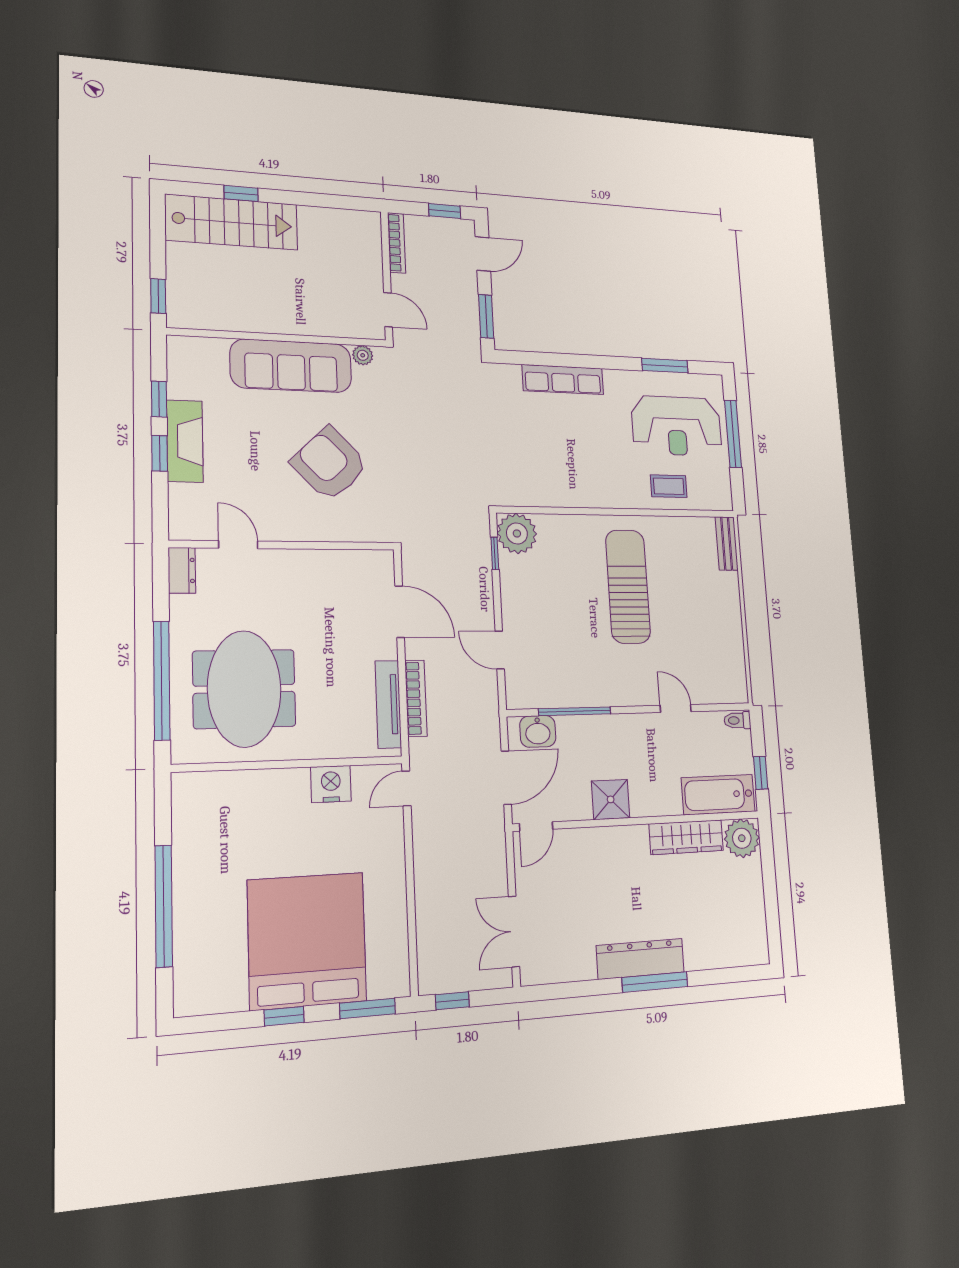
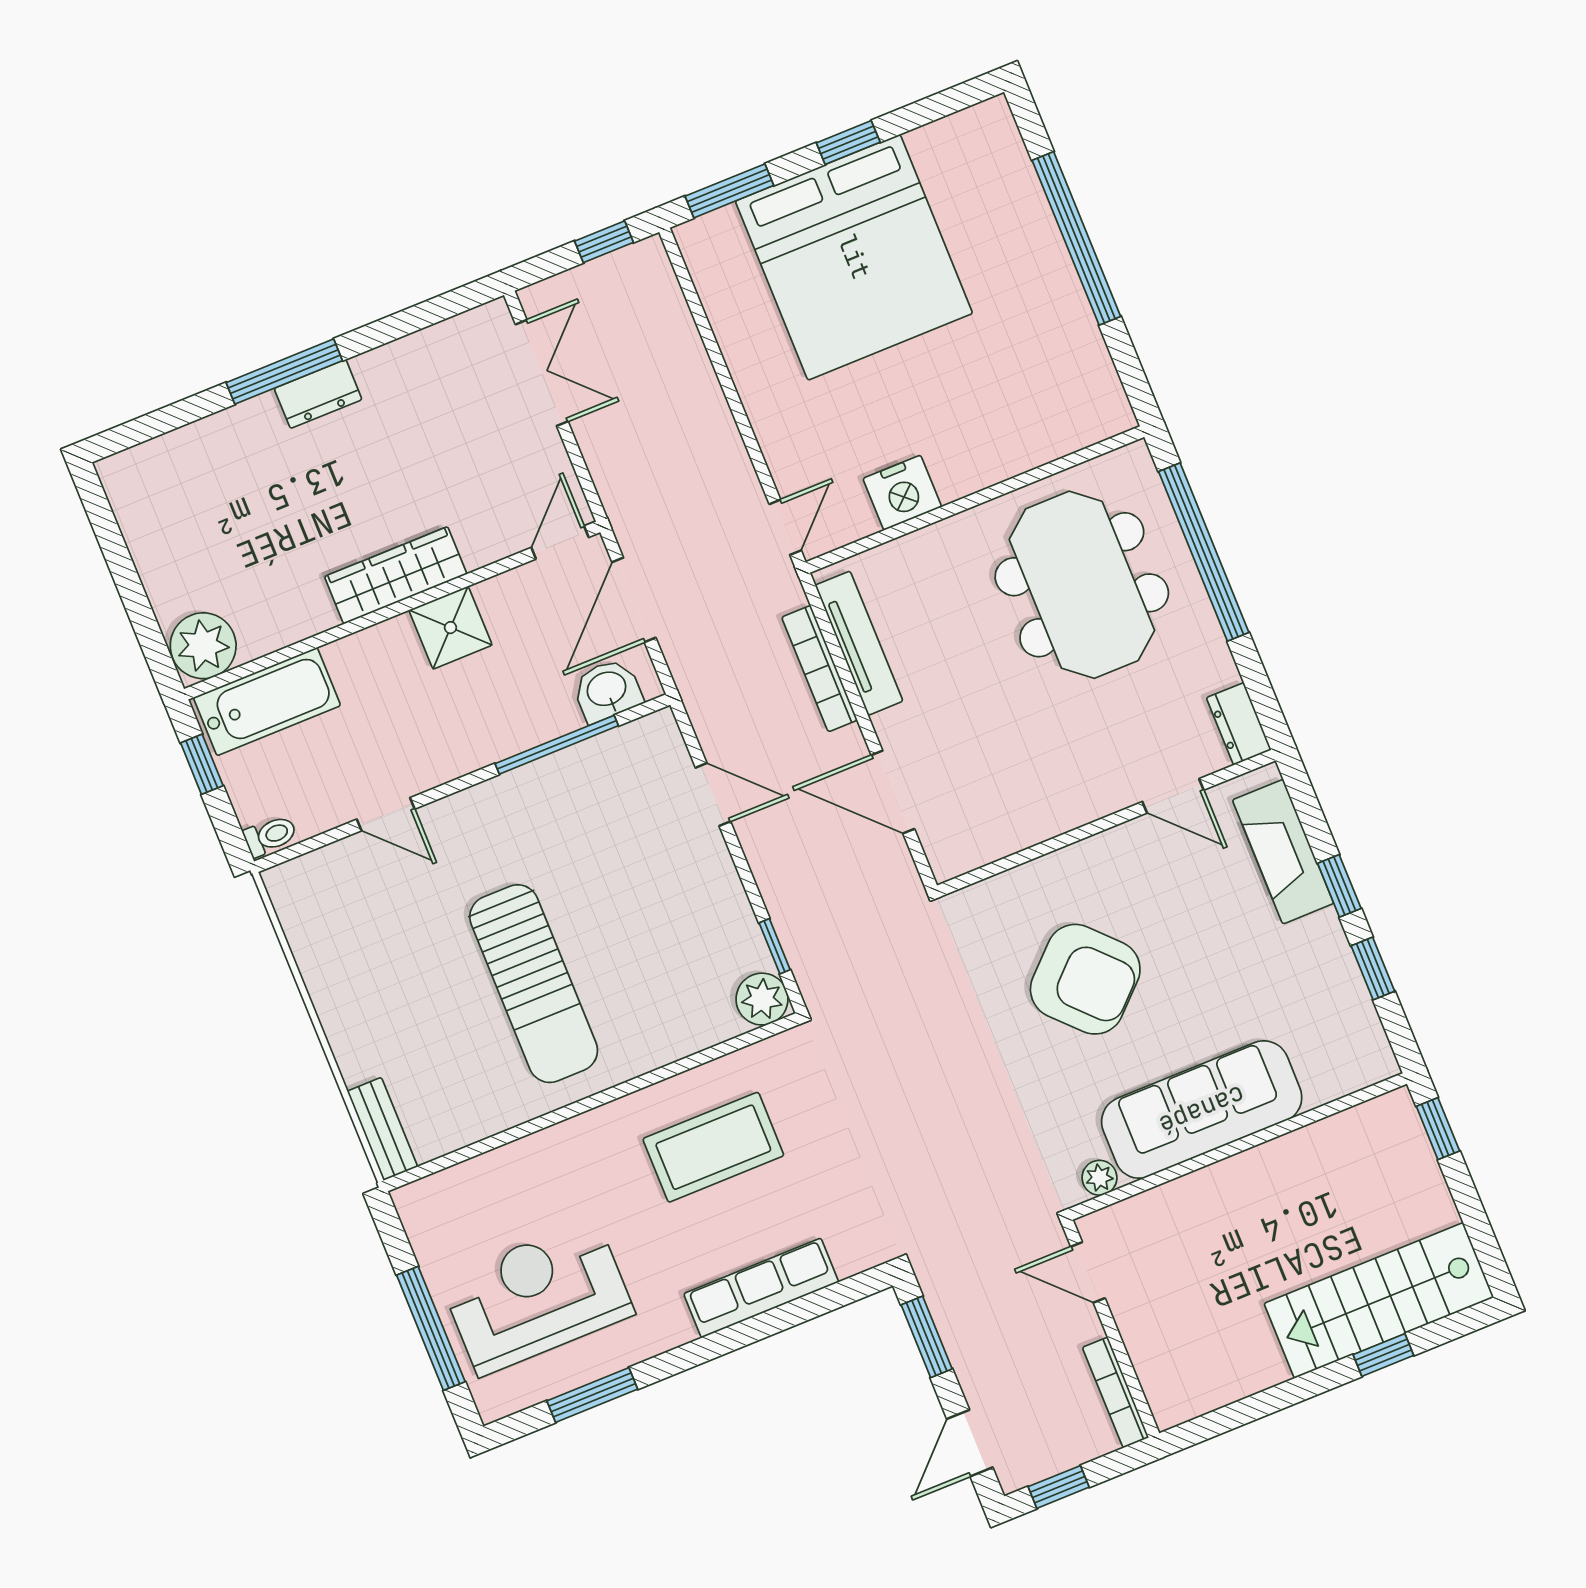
fireplace: (185, 441) -> (1283, 852), moved
coffee table: (669, 486) -> (713, 1147), moved, width x1.86, depth x1.72
plant: (517, 533) -> (762, 999), width x0.73, depth x0.73
wardrobe: (686, 837) -> (396, 575), moved
dresser: (640, 959) -> (318, 394), width x0.51, depth x0.80

